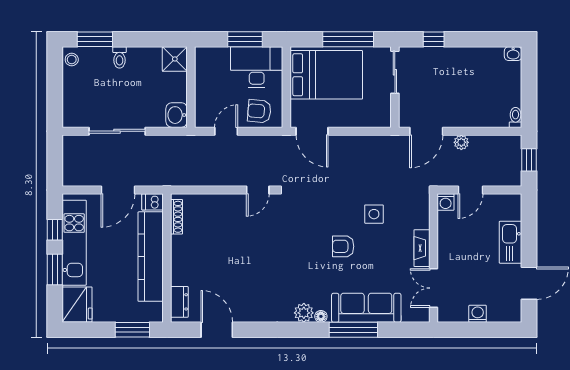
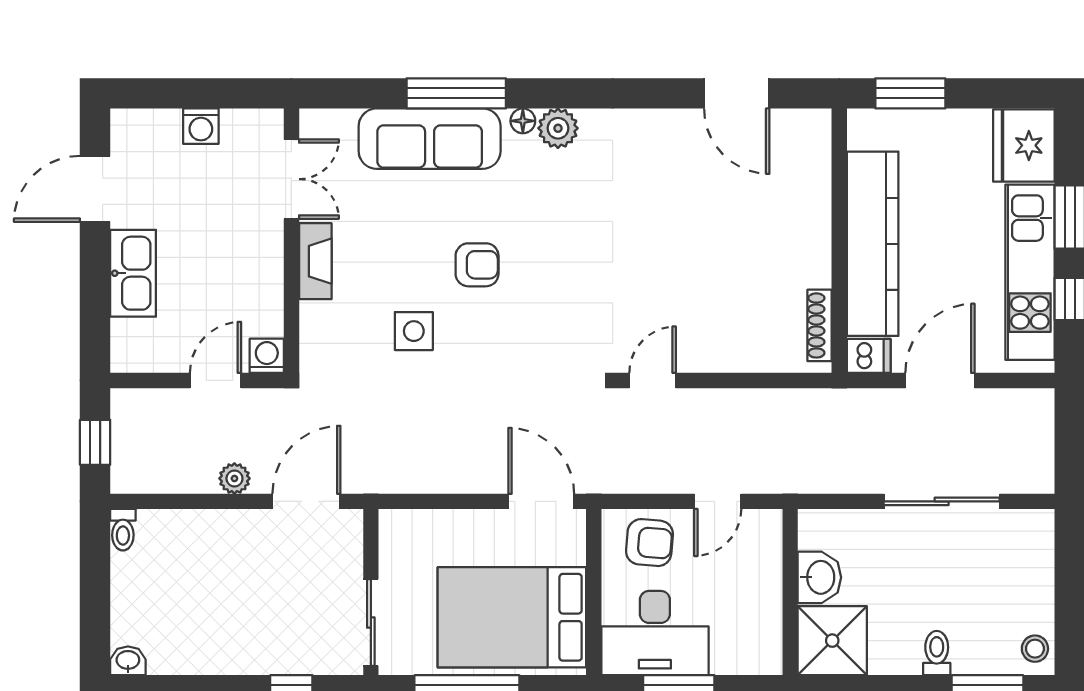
shower: (175, 59) -> (832, 641), width x1.36, depth x1.36
washbasin: (177, 115) -> (819, 577), moved
dresser: (179, 302) -> (814, 151), removed

